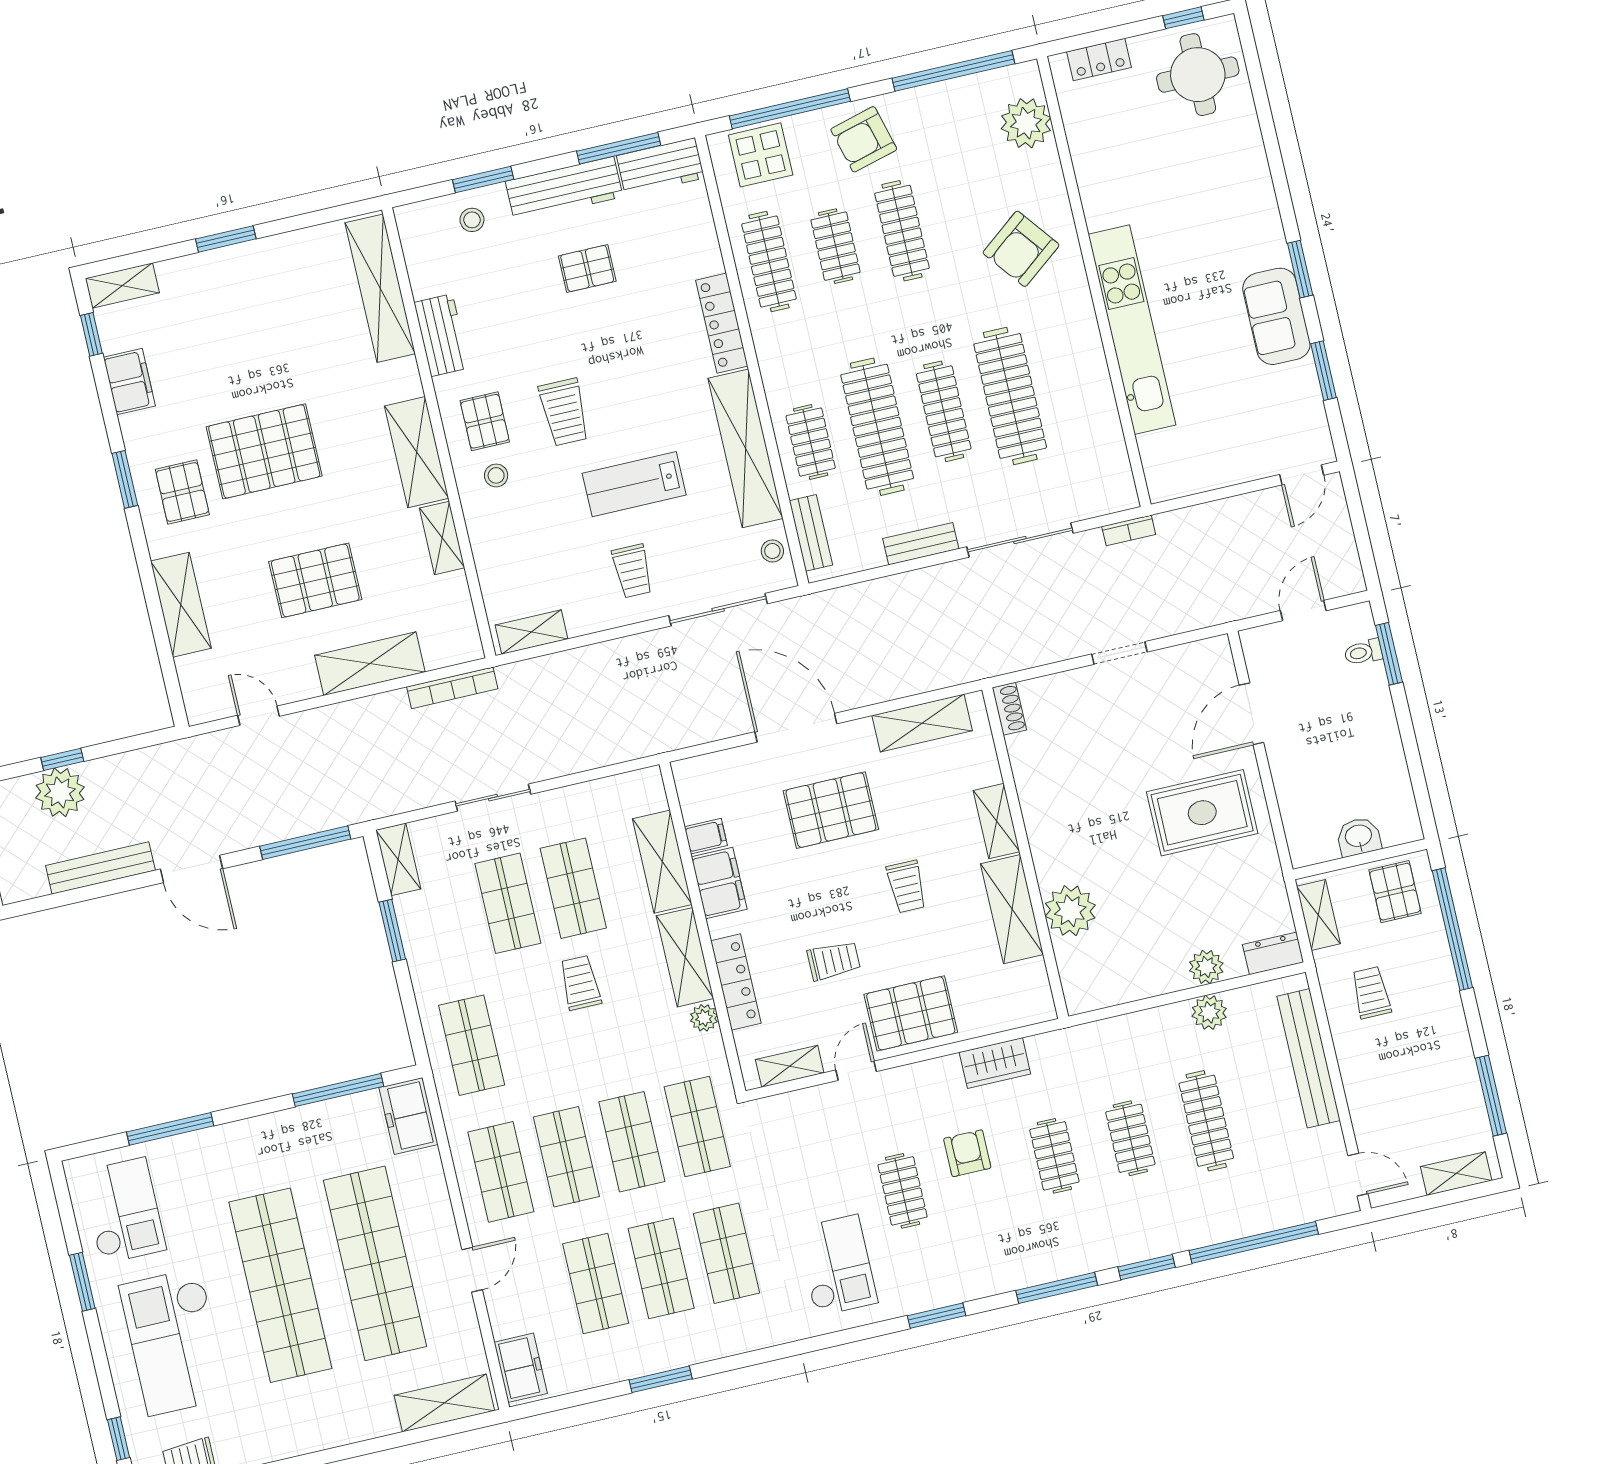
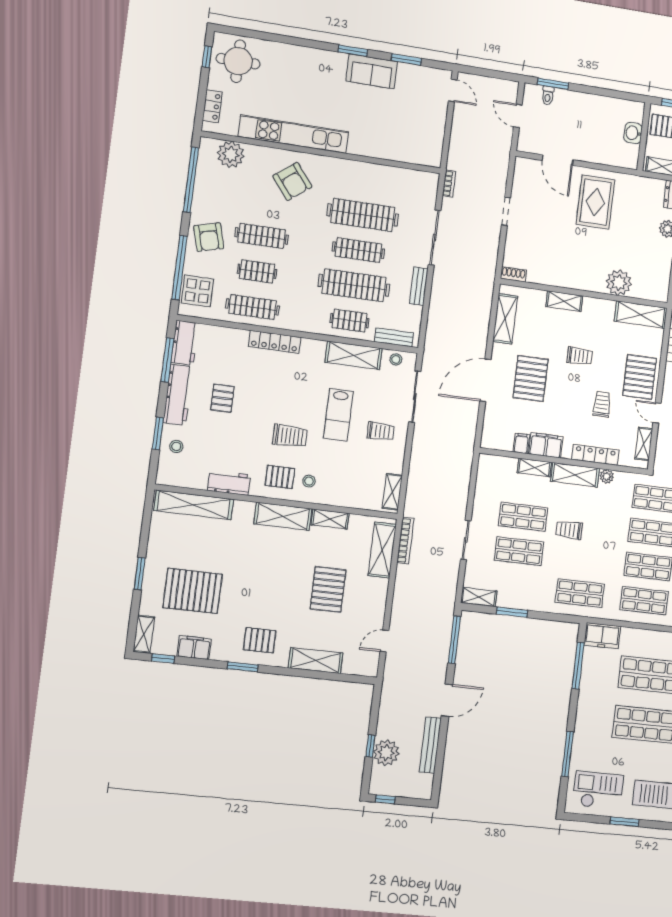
kitchen unit: (1132, 330) -> (294, 134), moved
shelving: (745, 448) -> (354, 355), width x0.68
pallet: (264, 451) -> (193, 591), moved, turned 90
shelving: (370, 664) -> (382, 550), moved
shelving: (662, 862) -> (534, 468), width x0.67, depth x0.75
shelving: (1012, 909) -> (641, 315), moved

